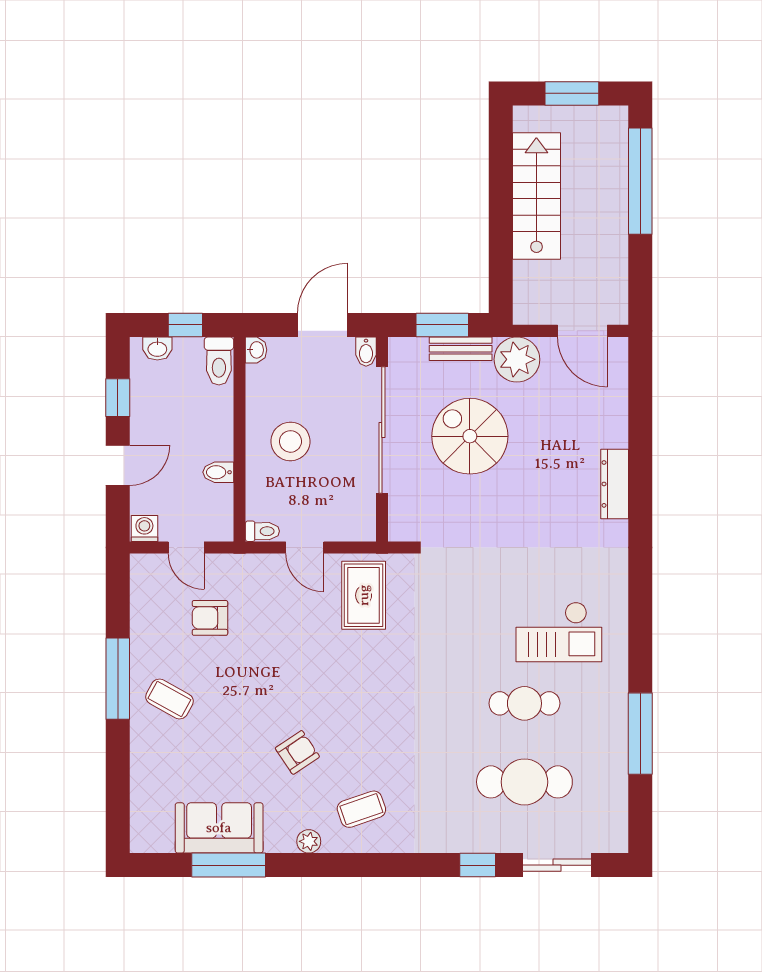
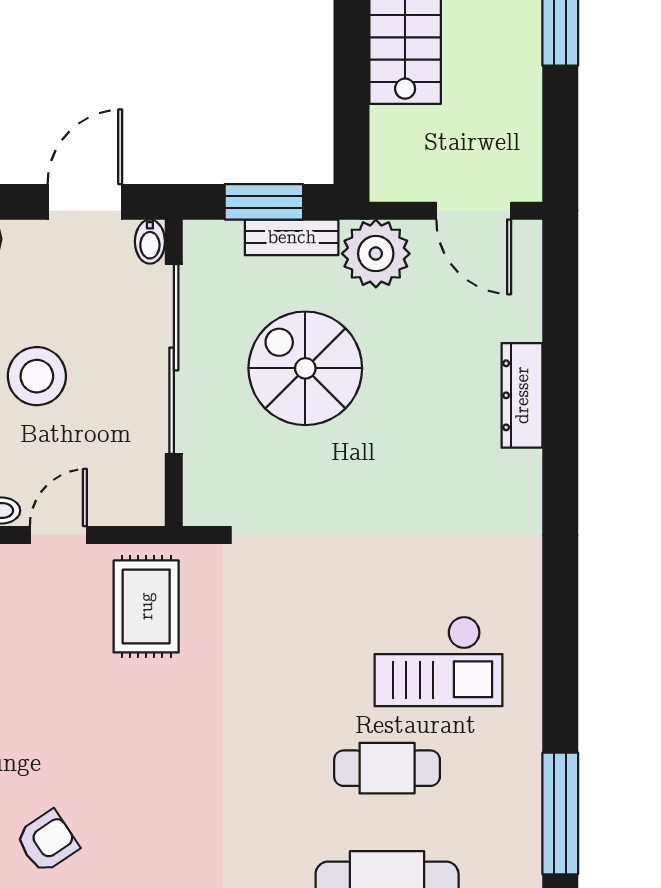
dresser: (615, 484) -> (522, 395), moved
door: (305, 548) -> (58, 535), swing flipped

